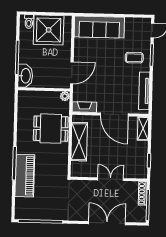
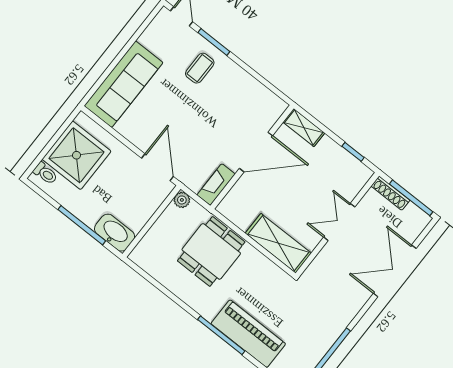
tv unit: (144, 91) -> (254, 88), removed
shelving: (79, 142) -> (278, 243), moved

